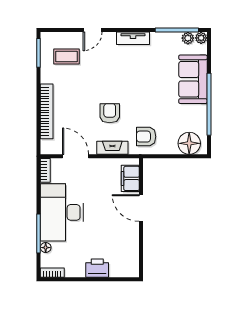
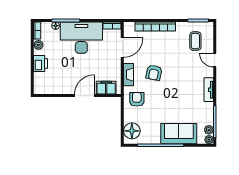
armchair: (110, 113) -> (154, 73), turned 102
plant: (72, 271) -> (38, 45), added

